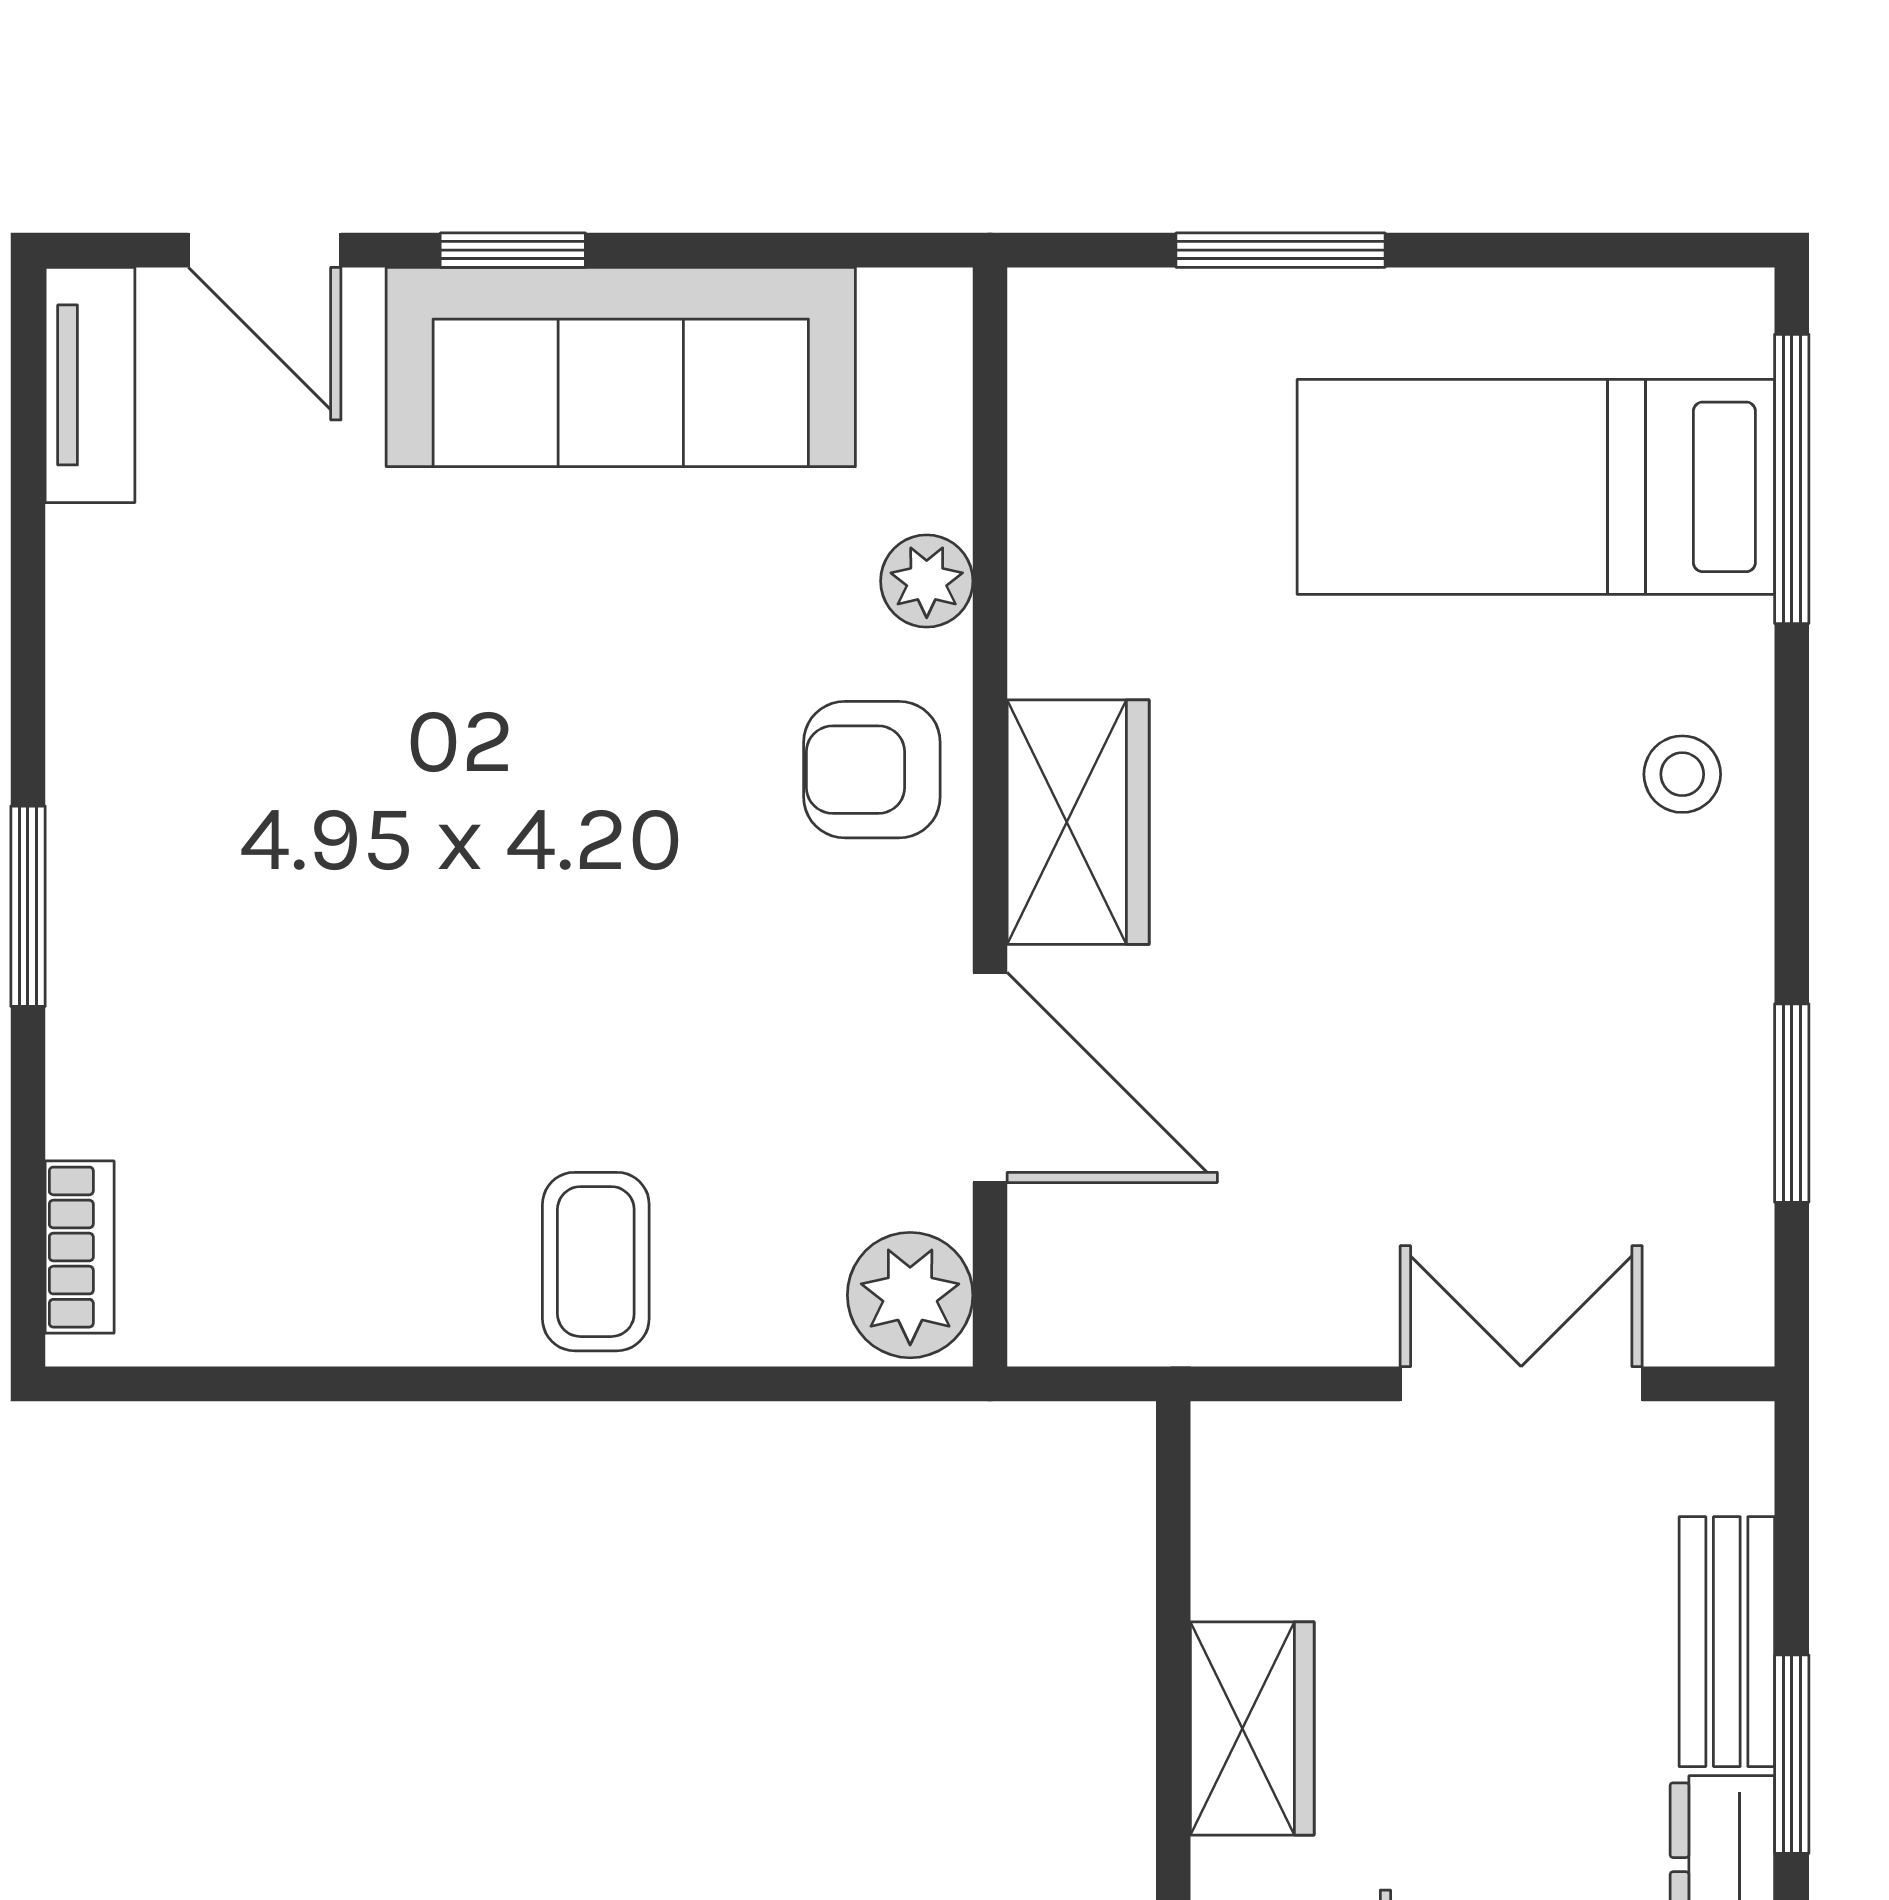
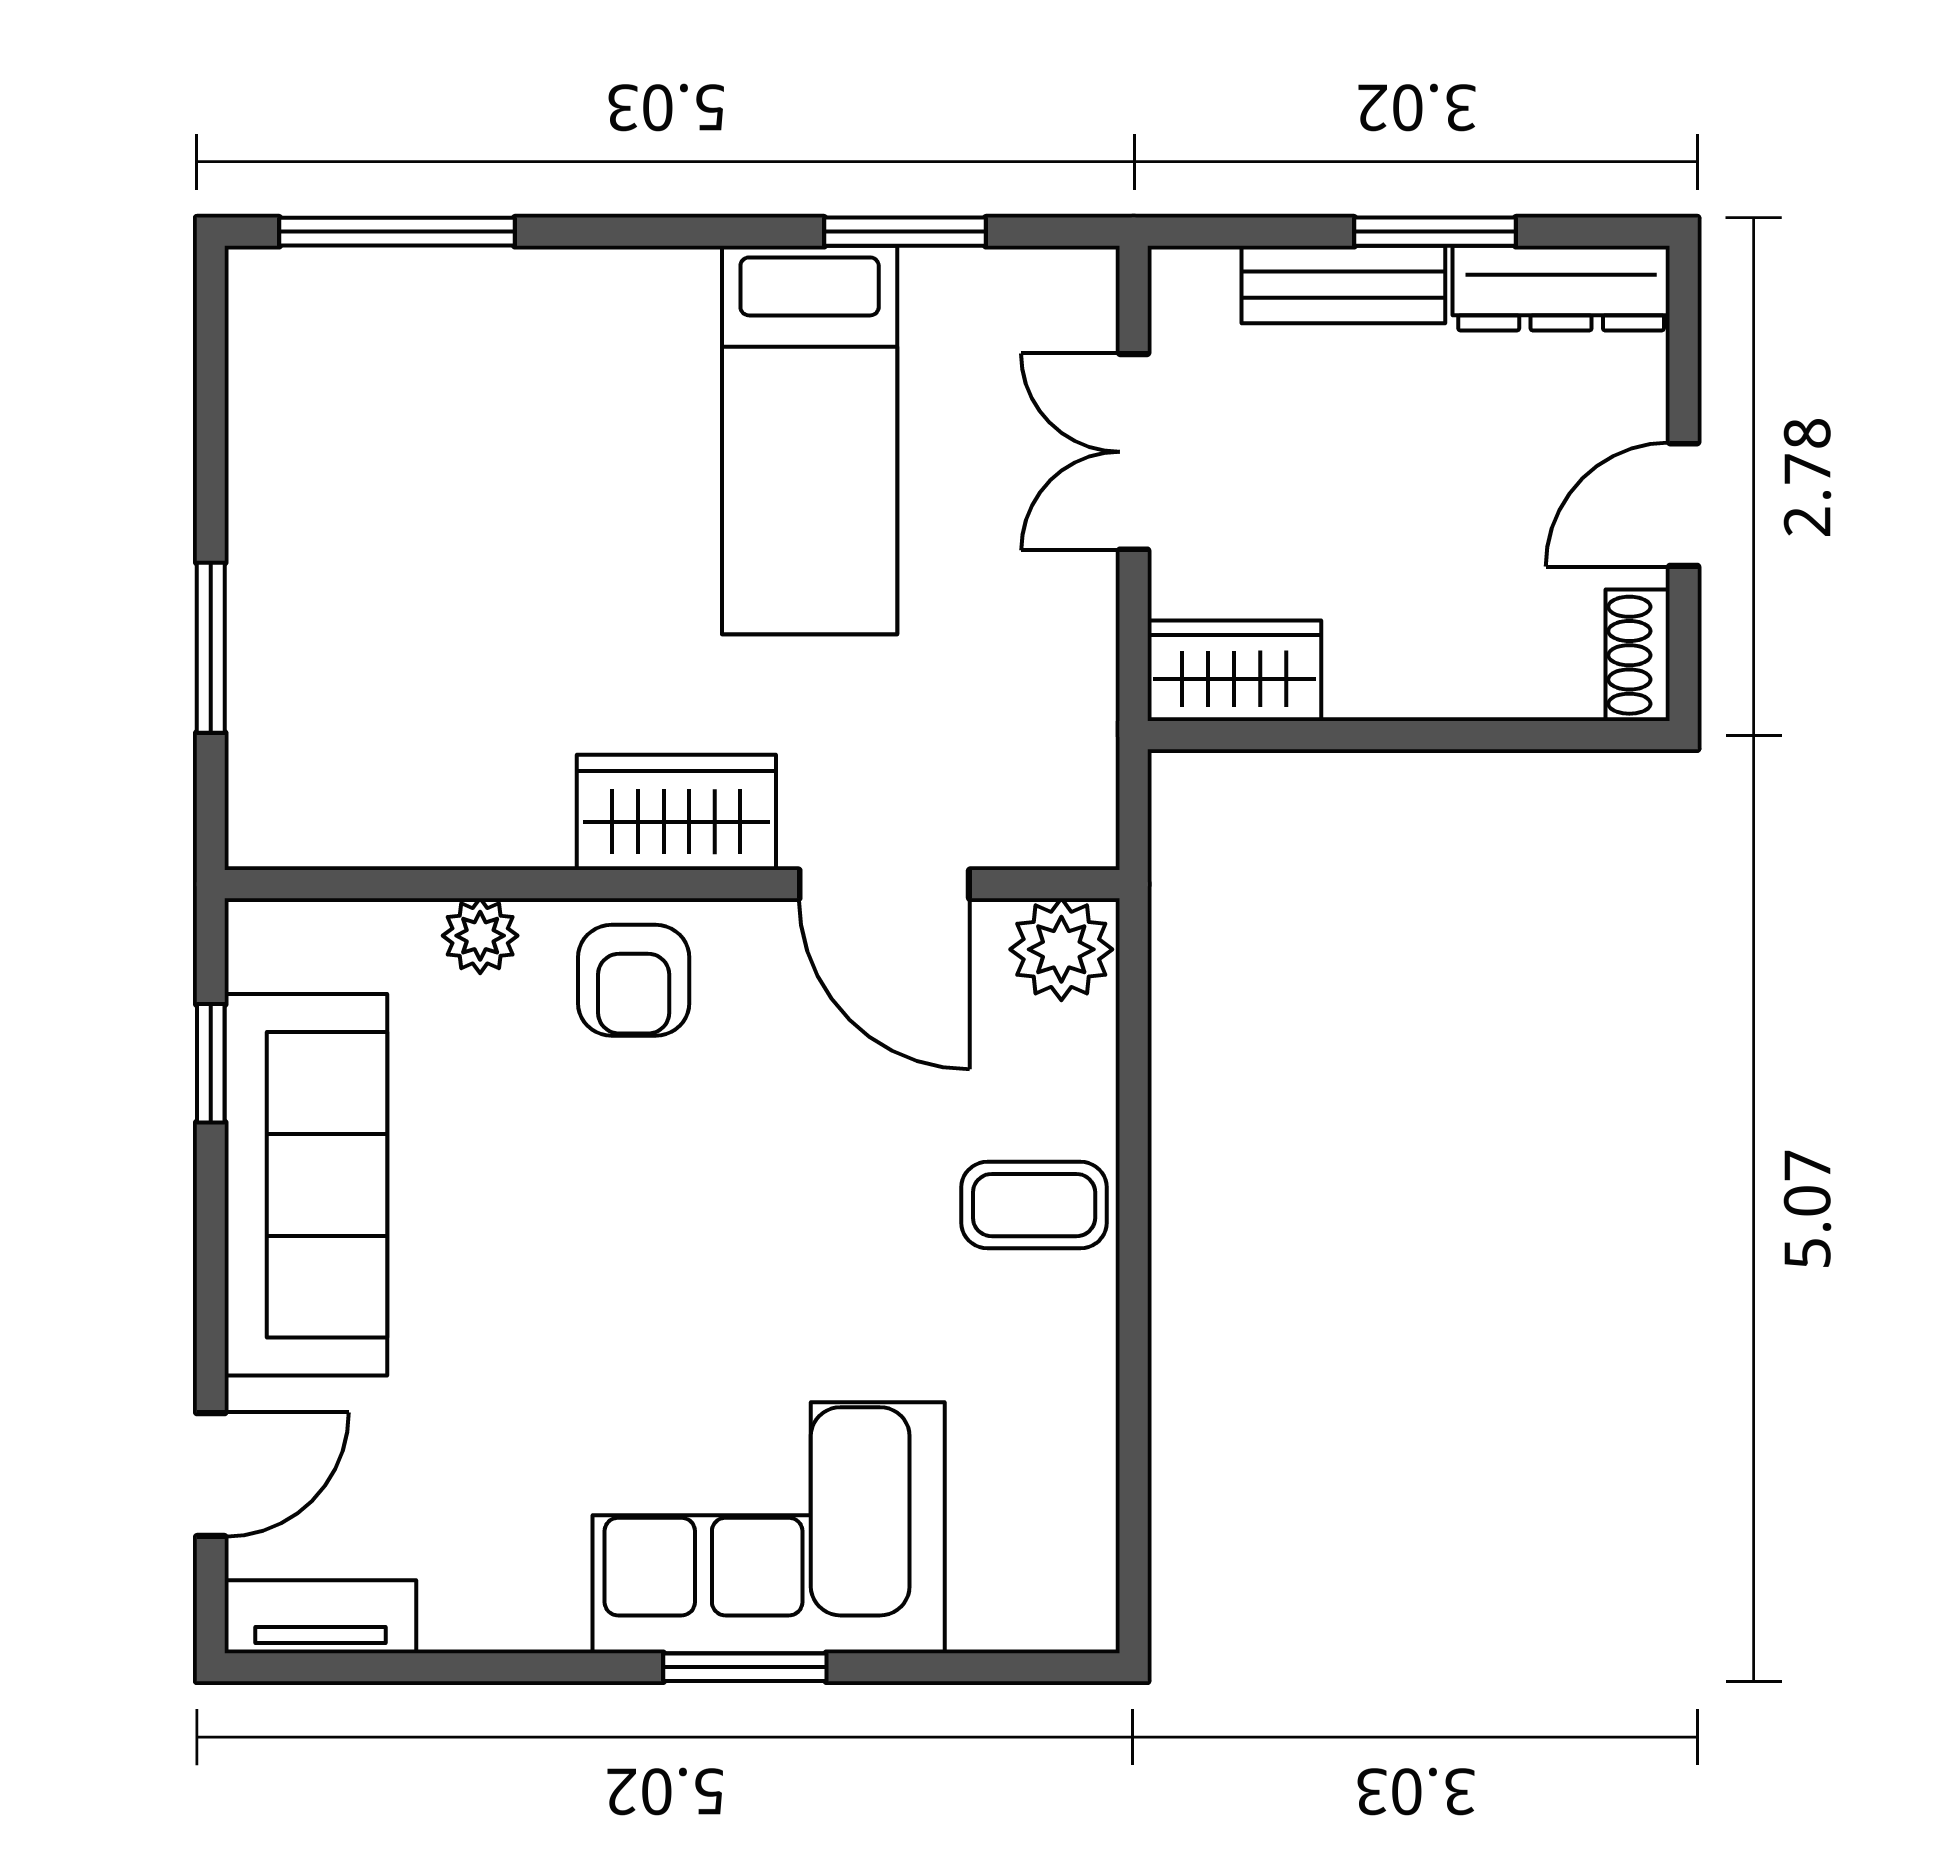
window: (513, 250) -> (211, 1063), moved
bed: (1536, 487) -> (810, 440), moved
stool: (1682, 774) -> (637, 321), removed
corner sofa: (199, 935) -> (769, 1528), added
door: (990, 1078) -> (884, 884), swing flipped
bookcase: (80, 1247) -> (1022, 1625), removed
wardrobe: (1252, 1728) -> (1234, 671), moved

